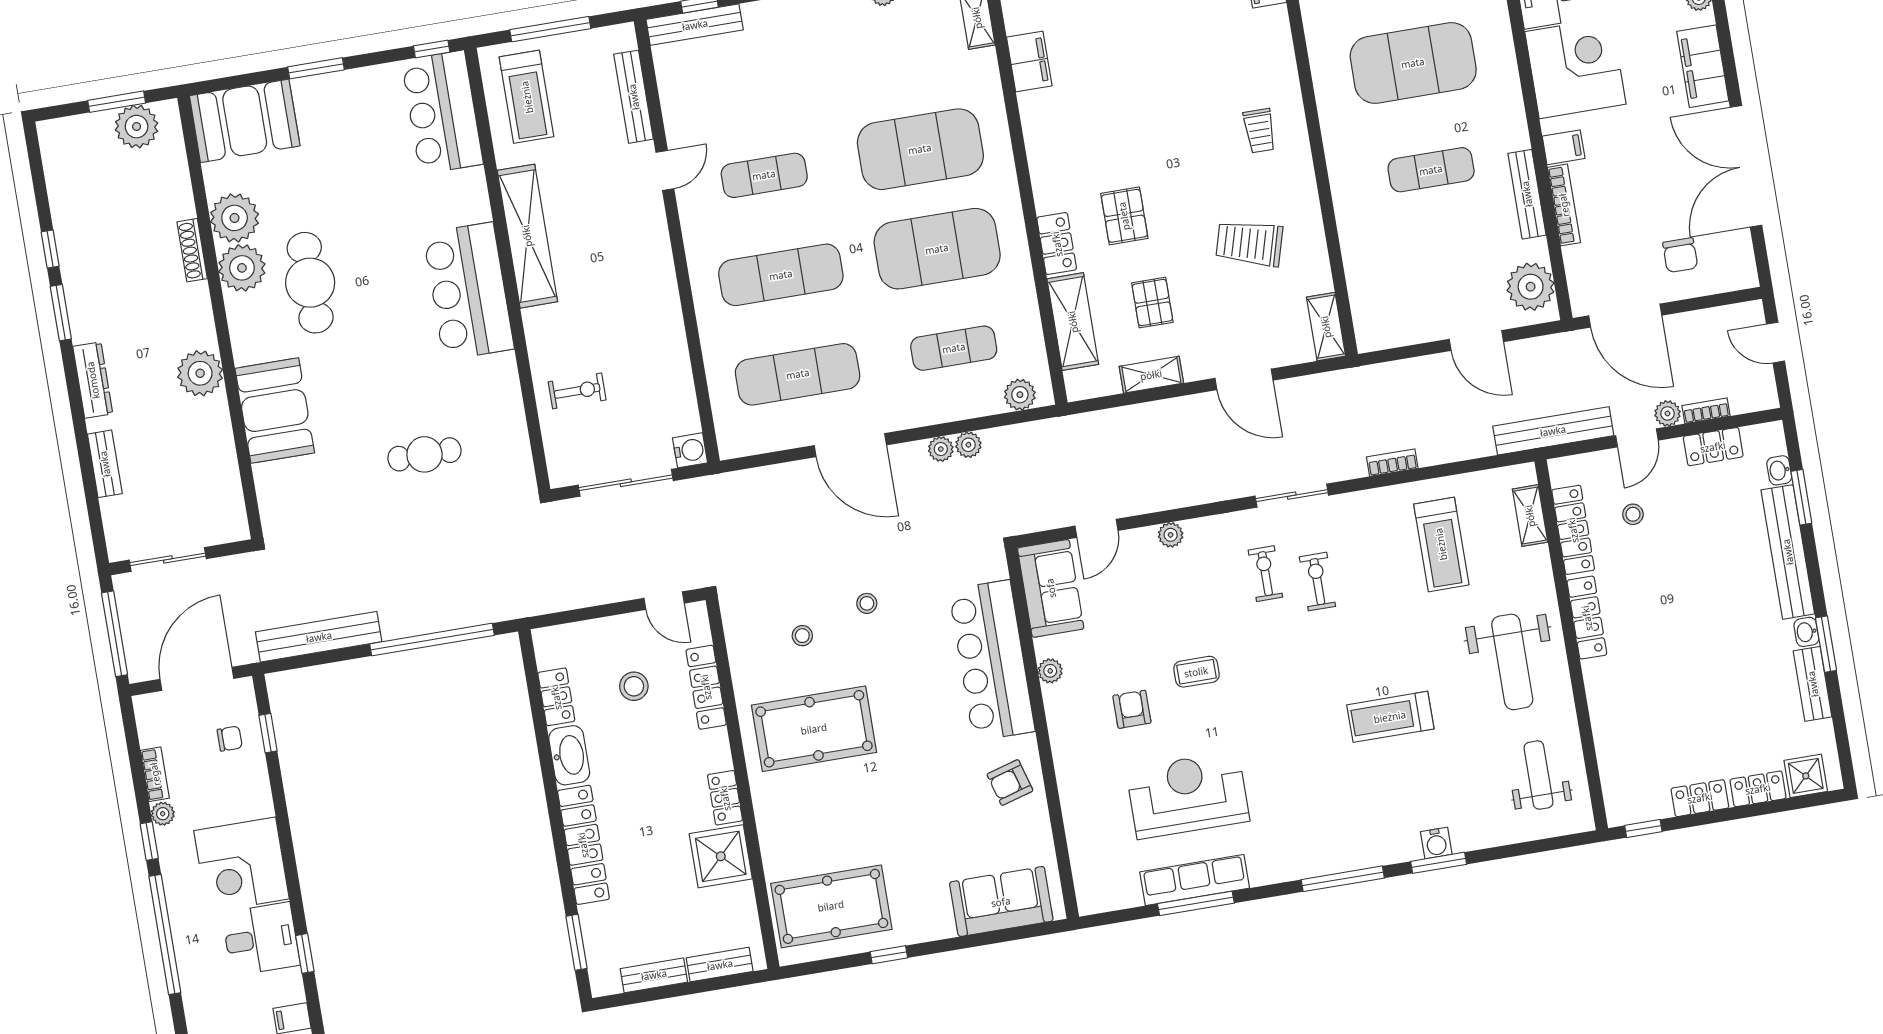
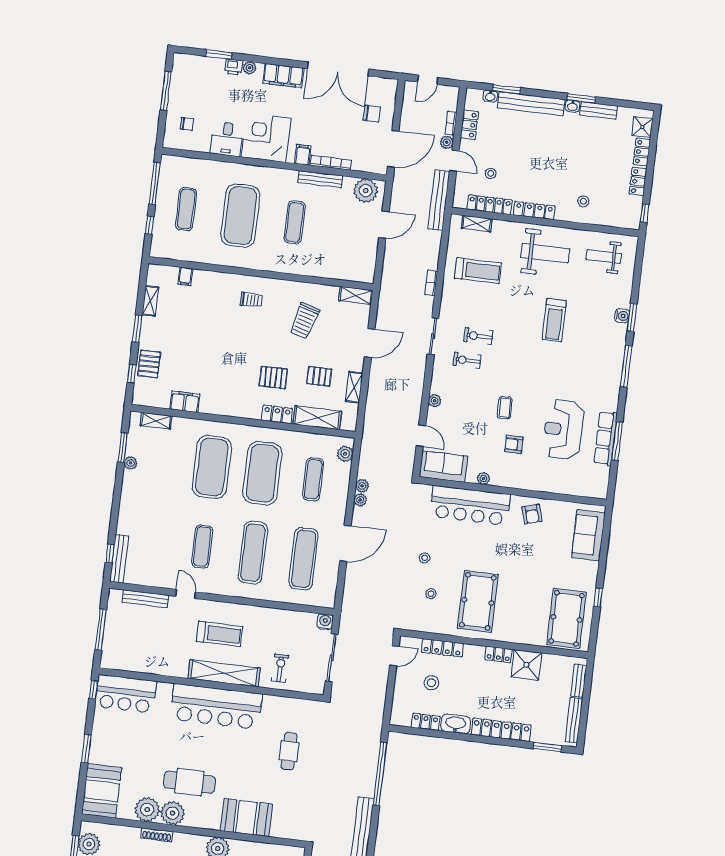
treadmill: (527, 97) -> (220, 634), moved
shelving: (527, 236) -> (224, 673), moved
bar counter: (468, 291) -> (216, 707), width x1.36
stool: (1632, 706) -> (583, 201), added
bench: (654, 975) -> (574, 720), width x1.36

